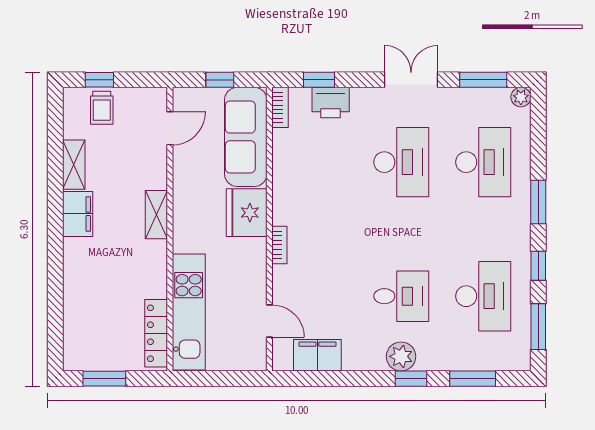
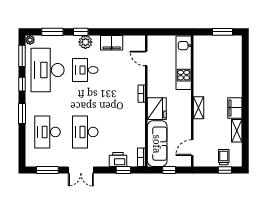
plant: (521, 97) -> (30, 40), moved
desk: (483, 296) -> (47, 70), width x1.36, depth x1.30
locker: (156, 333) -> (199, 53), removed
filing cabinet: (317, 355) -> (112, 43), moved

